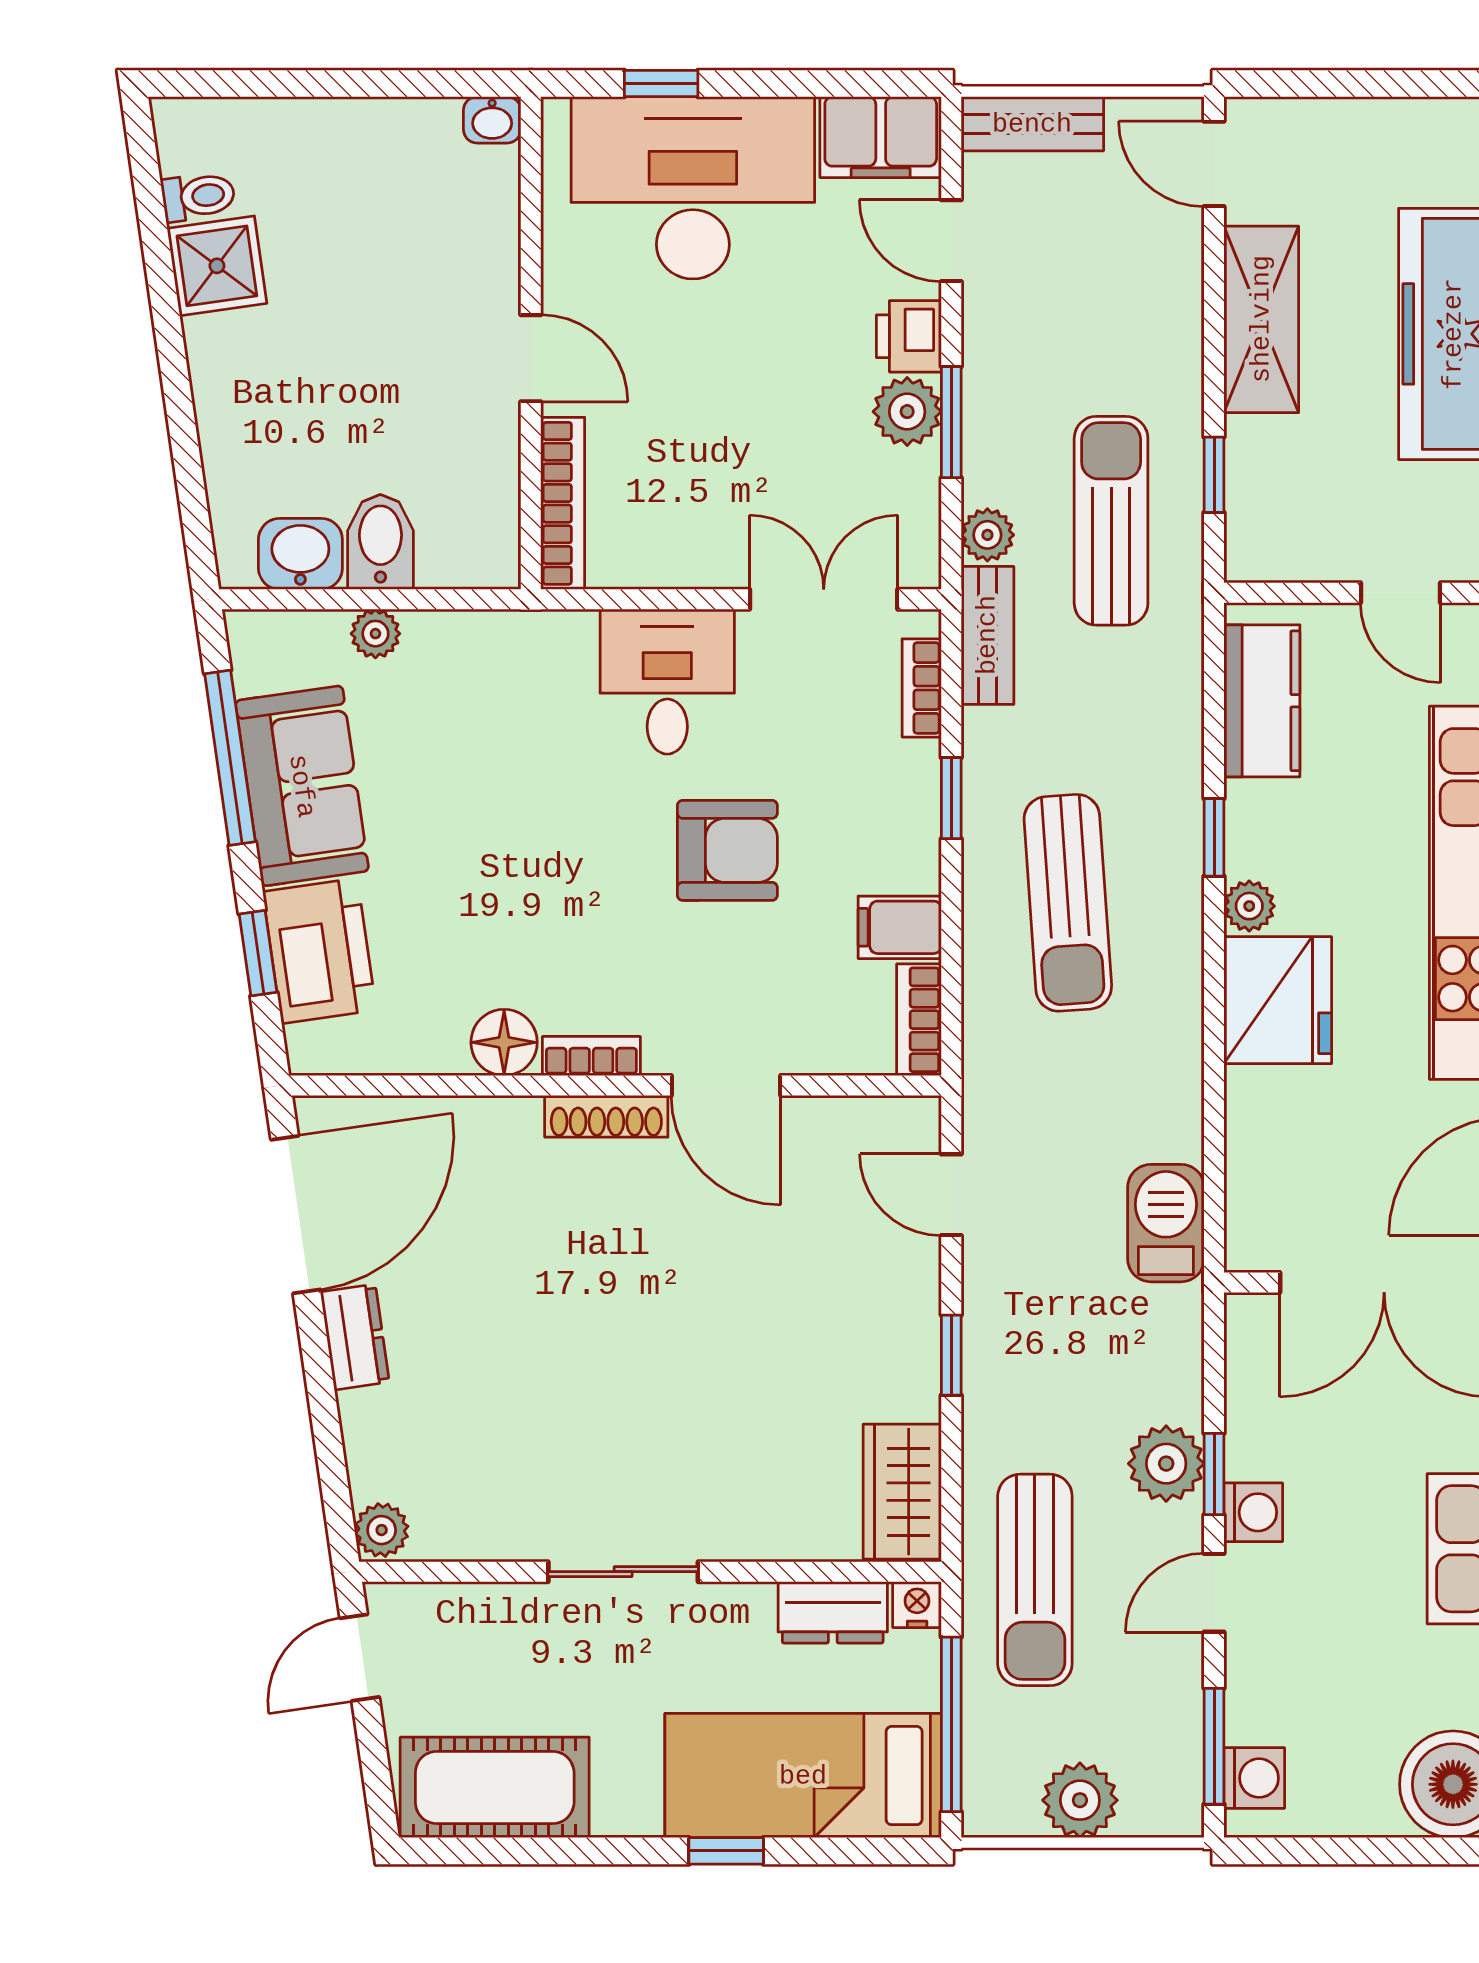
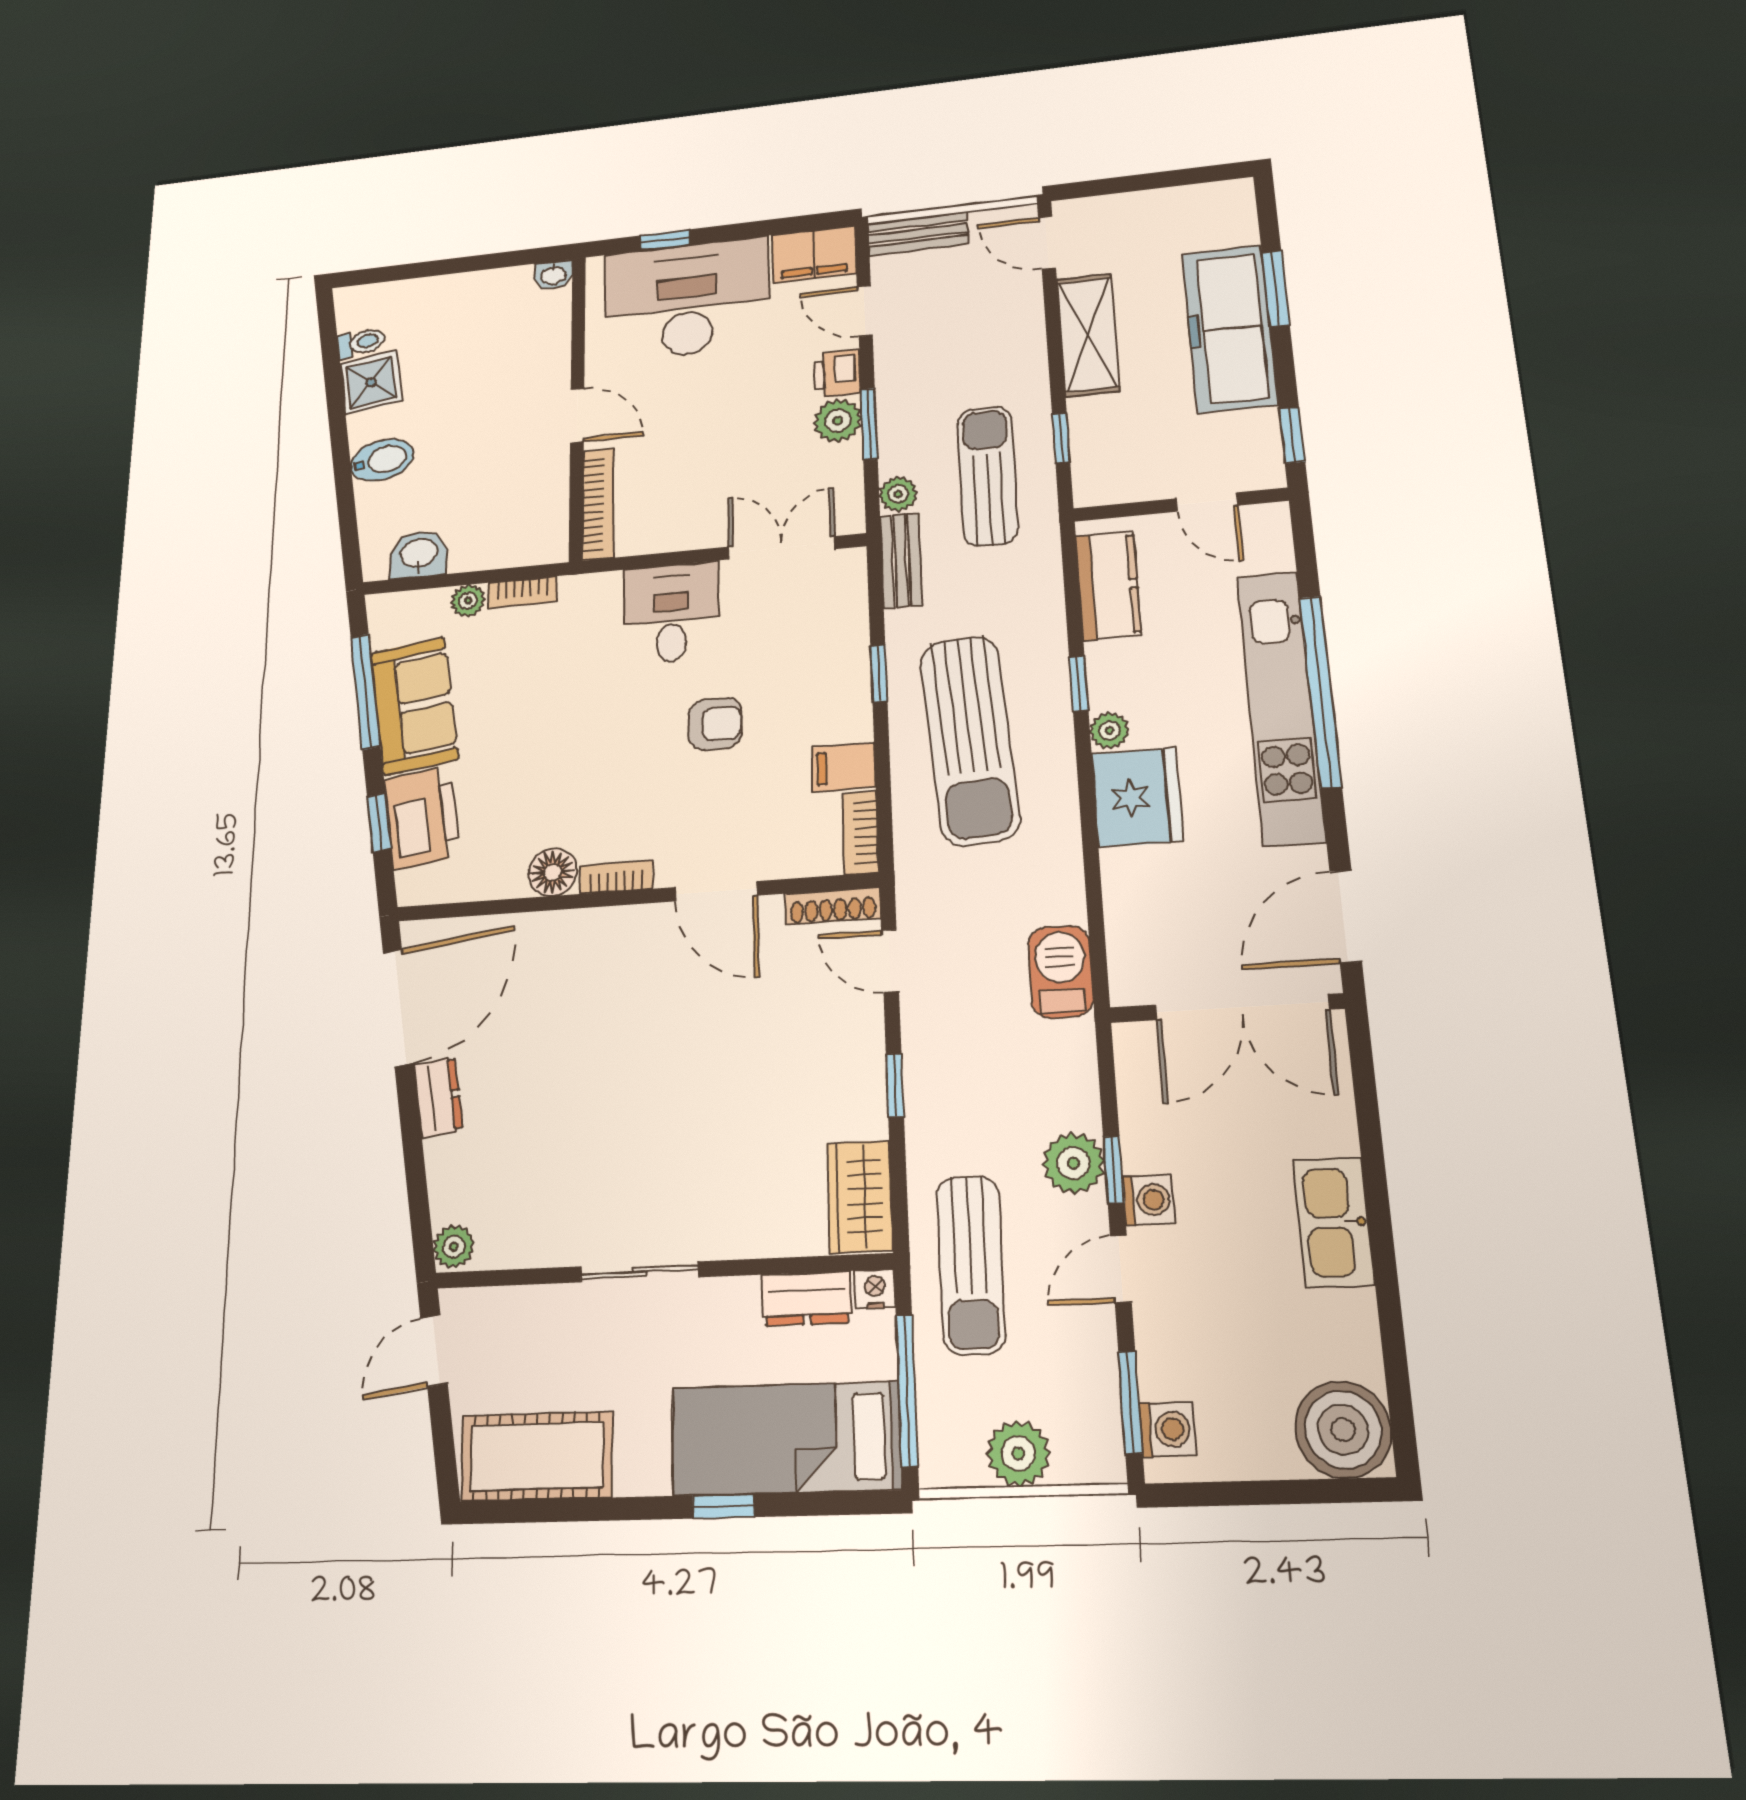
bidet: (380, 542) -> (382, 460), moved, turned 82
bookcase: (922, 688) -> (522, 592), moved, turned -90
armchair: (727, 850) -> (715, 724), width x0.72, depth x0.72
sun lounger: (1068, 903) -> (970, 740), width x1.36, depth x1.34
shoe rack: (606, 1116) -> (833, 906), moved

